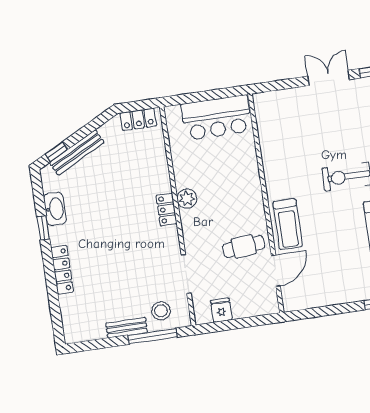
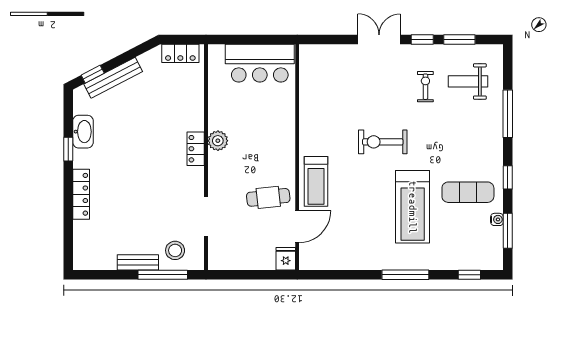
fridge: (221, 310) -> (286, 259), moved

